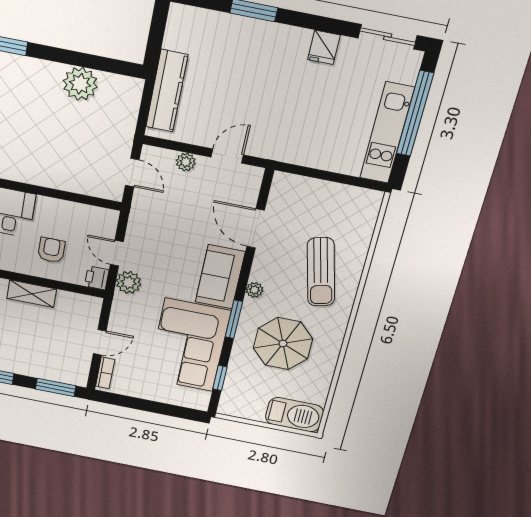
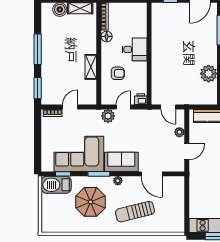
door: (227, 156) -> (187, 152), hinge flipped
door: (132, 173) -> (168, 107), hinge flipped
door: (256, 228) -> (152, 174), swing flipped
printer: (97, 278) -> (141, 99), moved
door: (100, 342) -> (70, 107), swing flipped
barbecue: (294, 415) -> (56, 185), moved, turned 90

